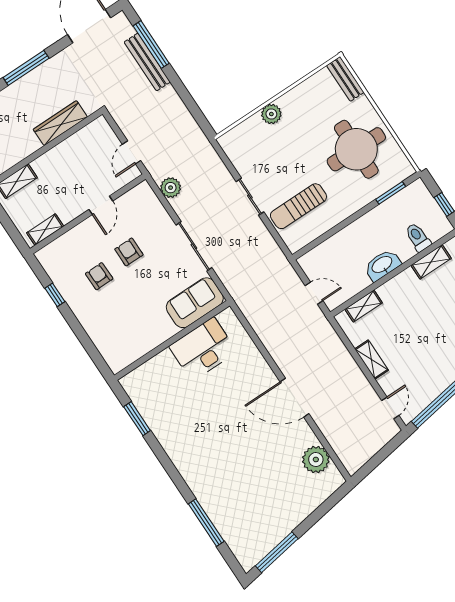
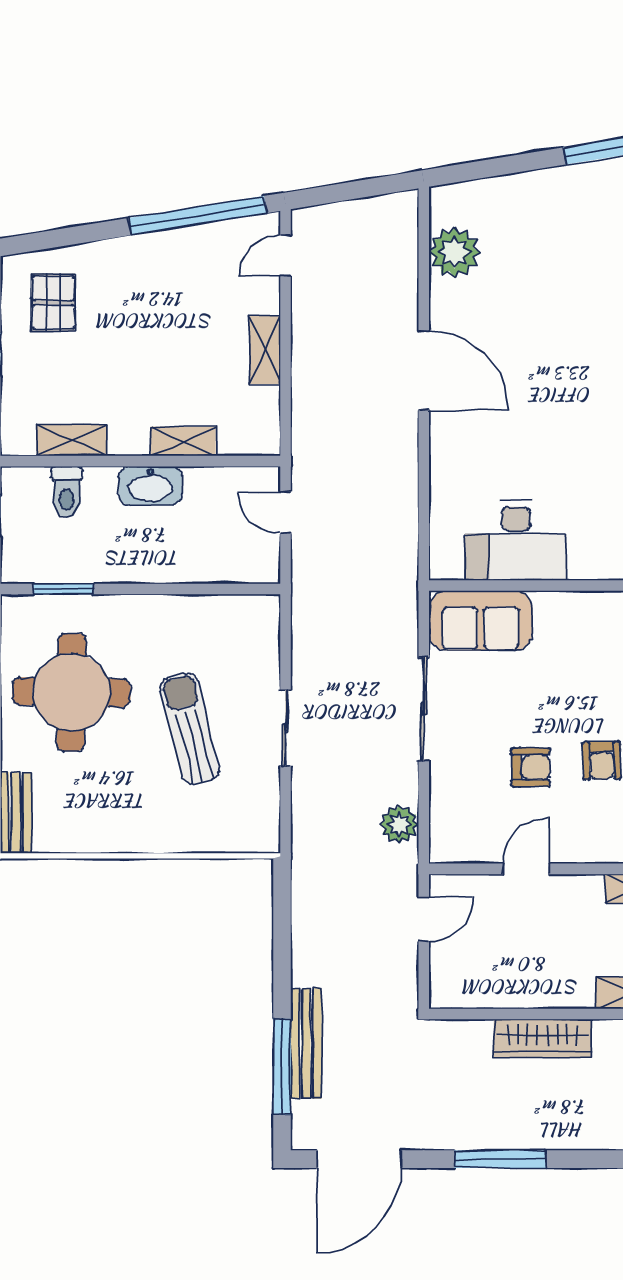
plant: (271, 114) -> (167, 835), removed
wardrobe: (60, 123) -> (542, 1038), moved
sun lounger: (298, 206) -> (190, 729), moved, turned -104
armchair: (129, 252) -> (531, 767), turned -90
shelving: (364, 306) -> (183, 441), moved

